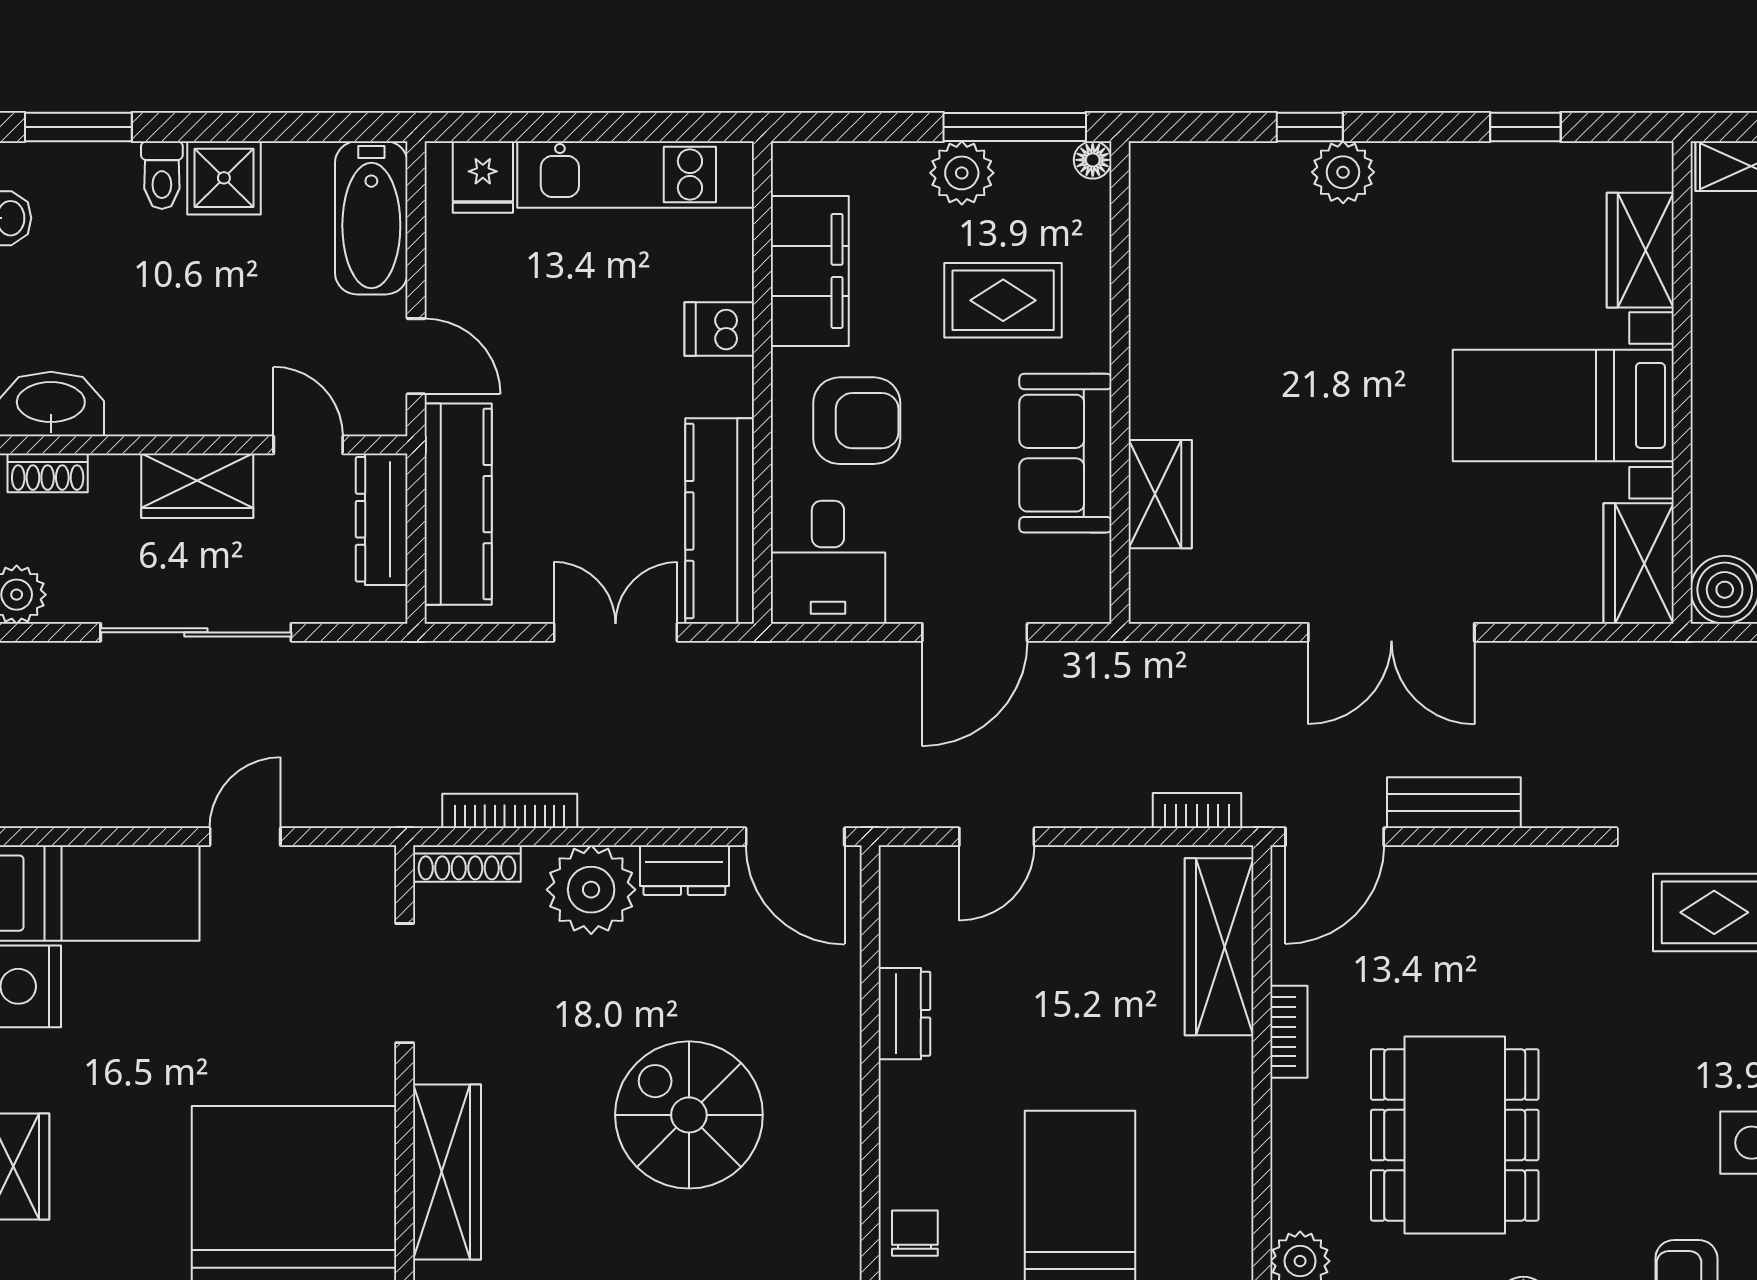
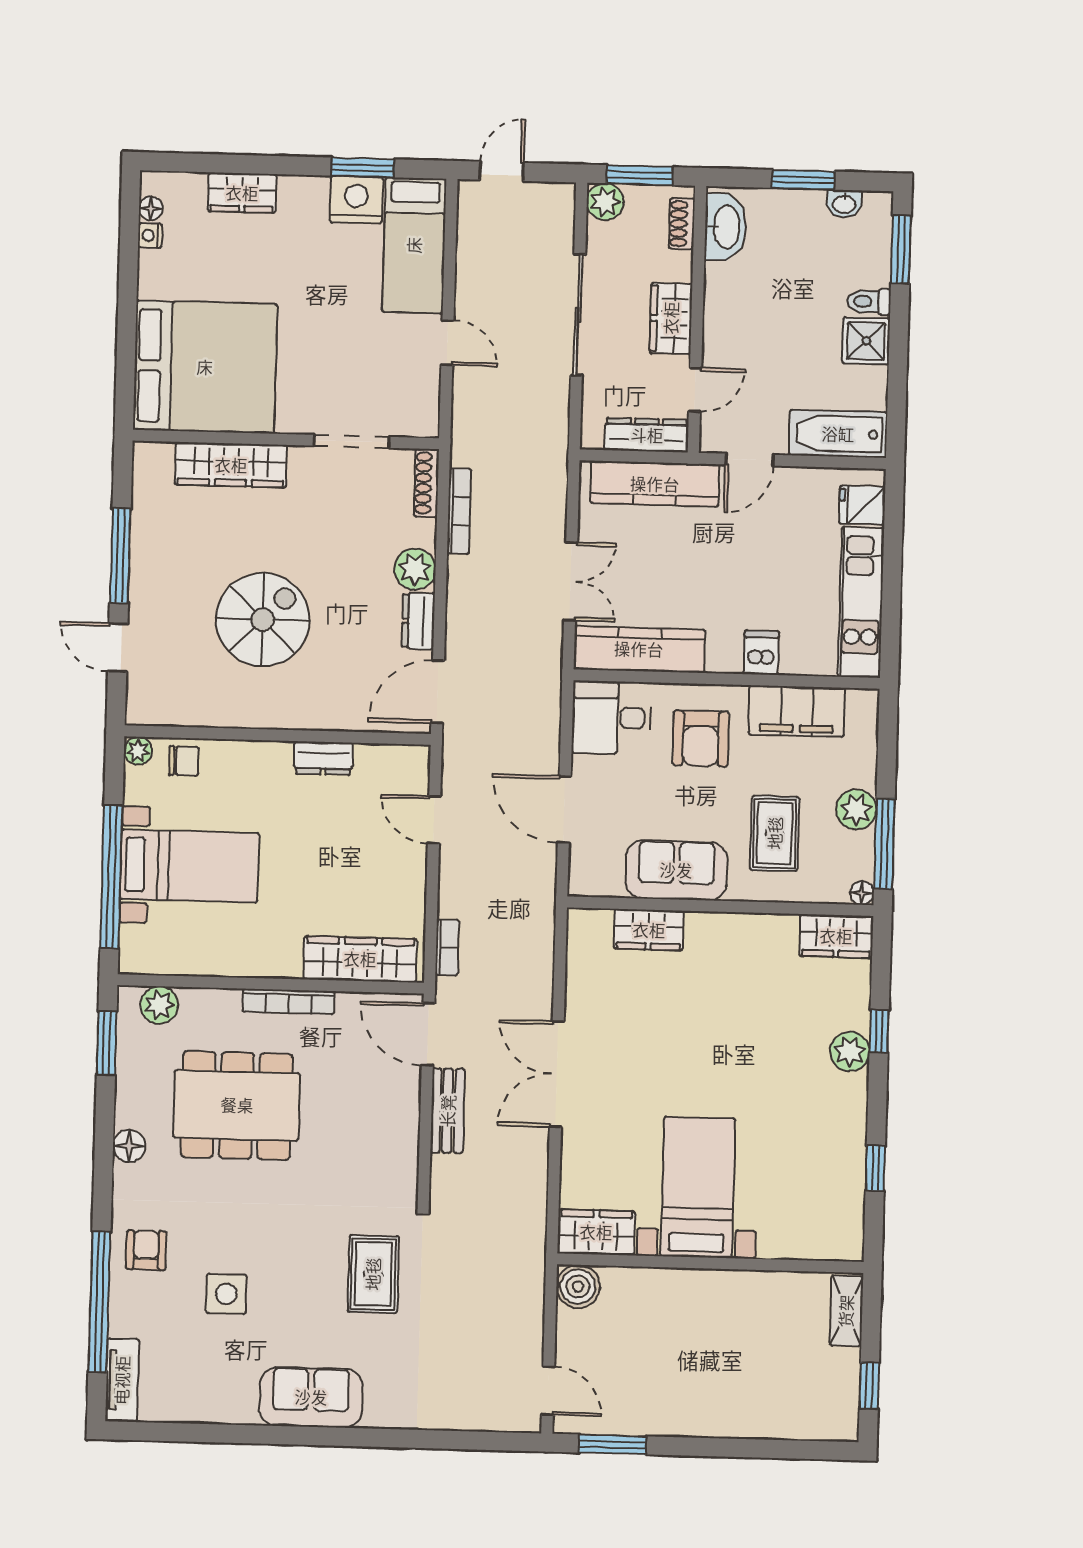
wardrobe: (1640, 250) -> (836, 936), moved, turned 180
plant: (591, 890) -> (415, 569), width x0.73, depth x0.73
bookcase: (1289, 1032) -> (288, 1001), width x1.56

